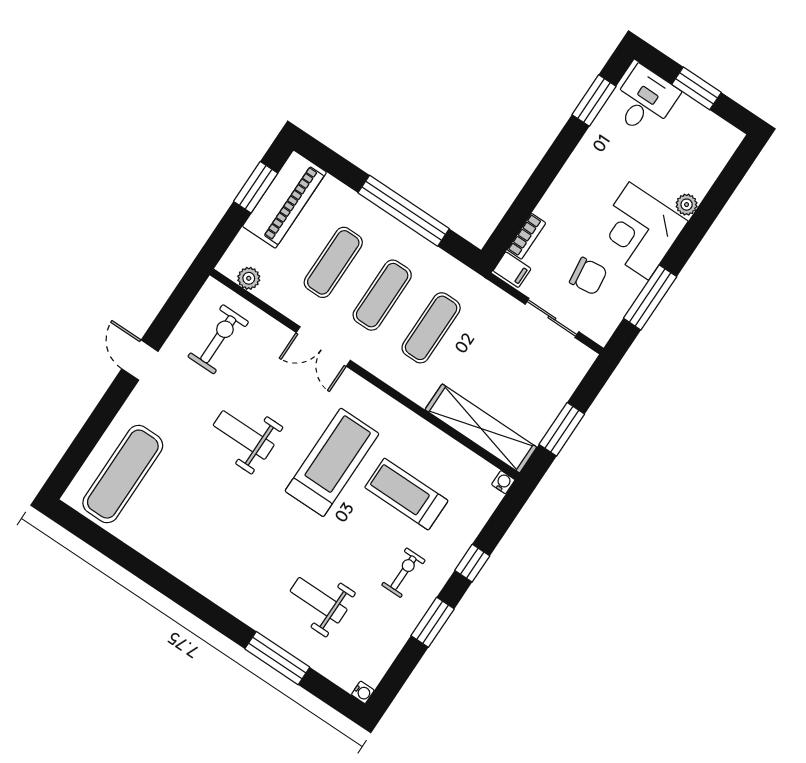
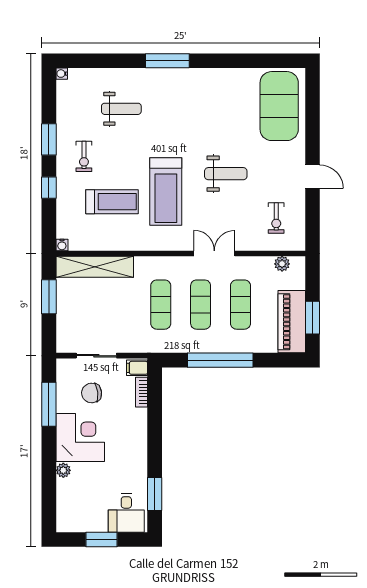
exercise bike: (218, 339) -> (276, 218), width x0.73, depth x0.72
exercise mat: (123, 474) -> (279, 106), width x1.47
window: (277, 658) -> (167, 61), moved

